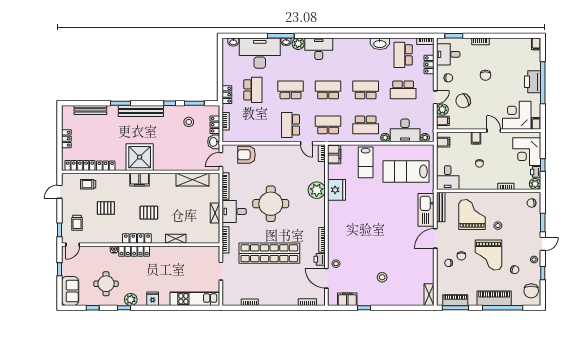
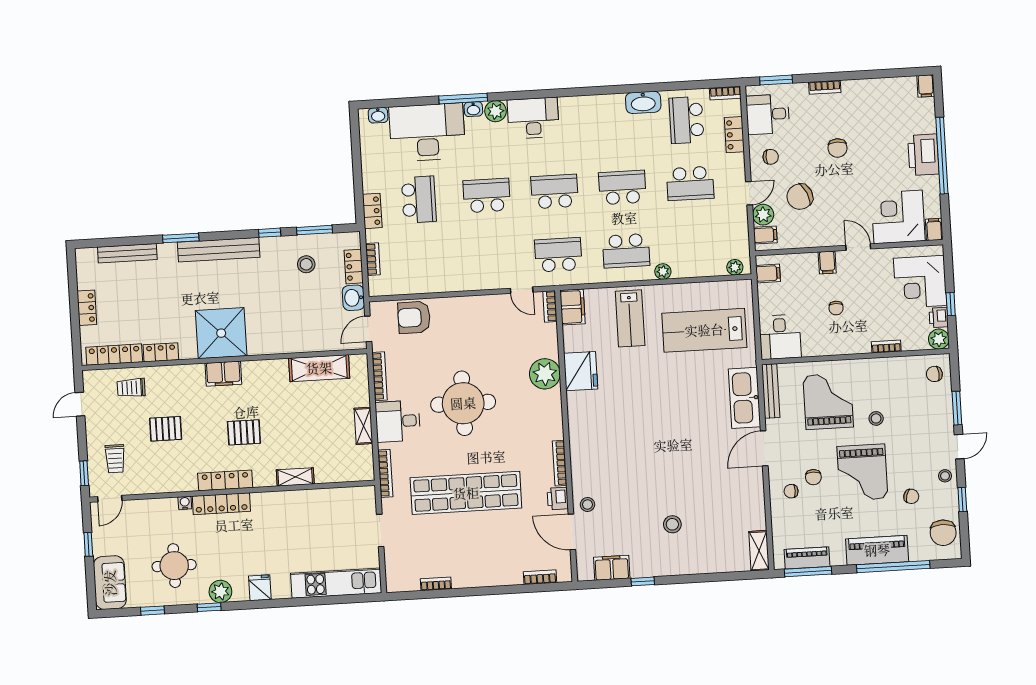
school desk: (291, 125) -> (490, 259), removed
desk: (405, 130) -> (698, 256), removed

